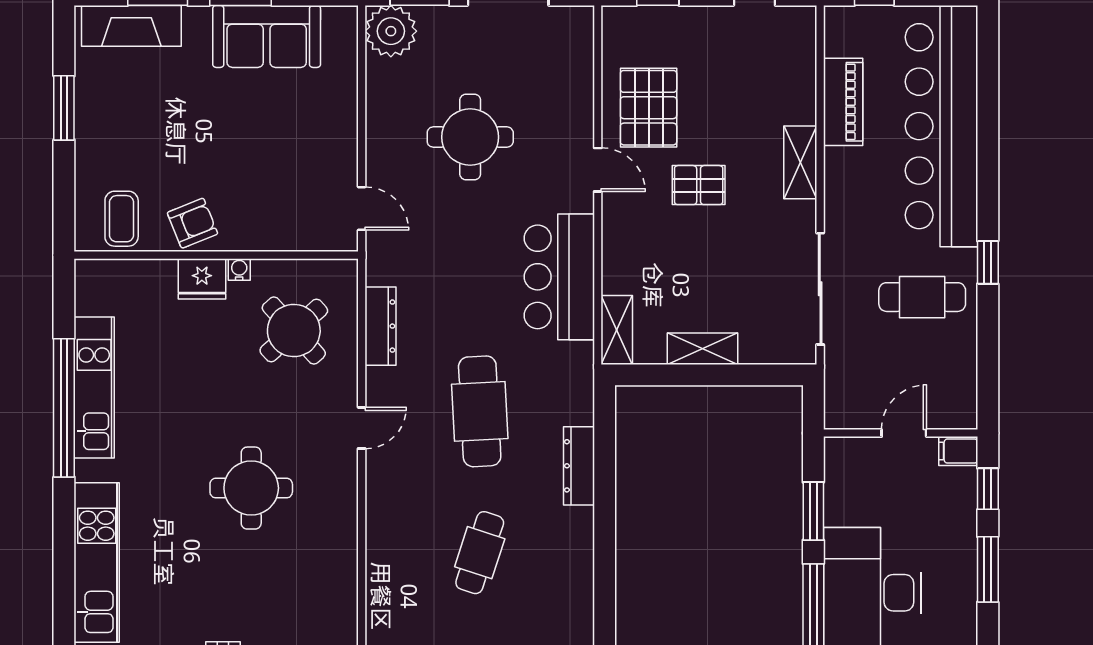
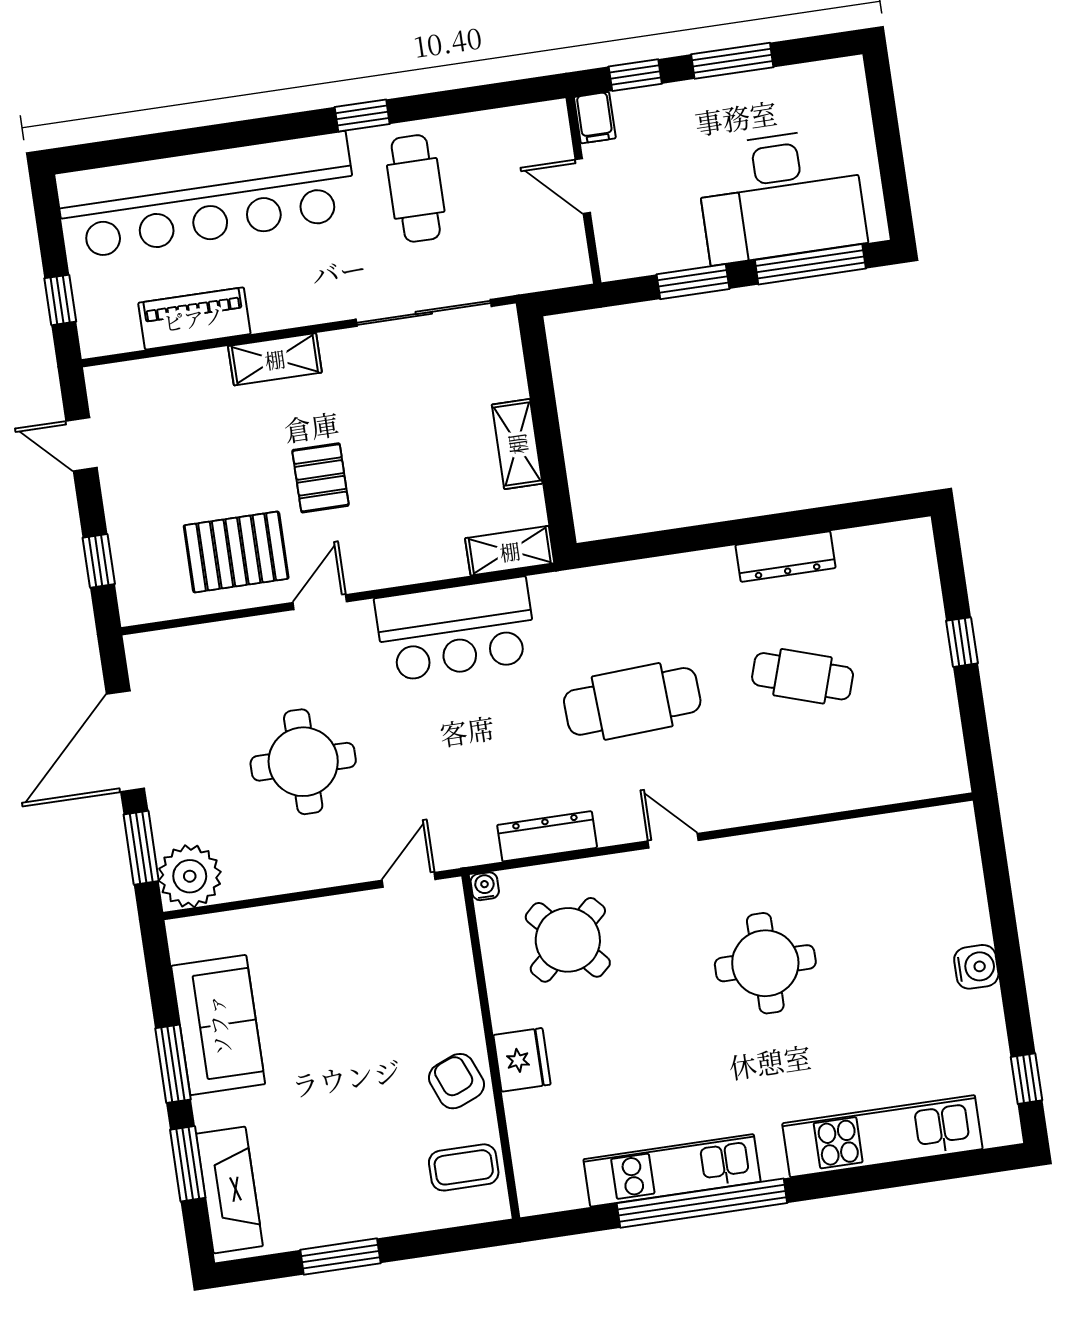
water cooler: (239, 269) -> (485, 886), moved, turned 90
dresser: (579, 466) -> (786, 557), moved

